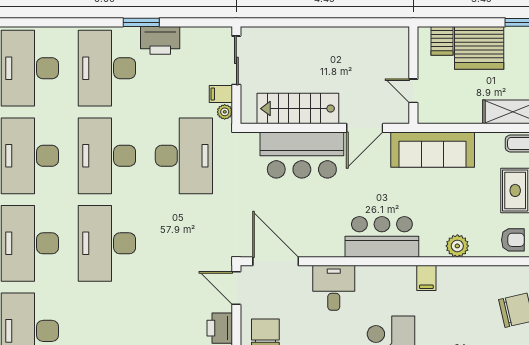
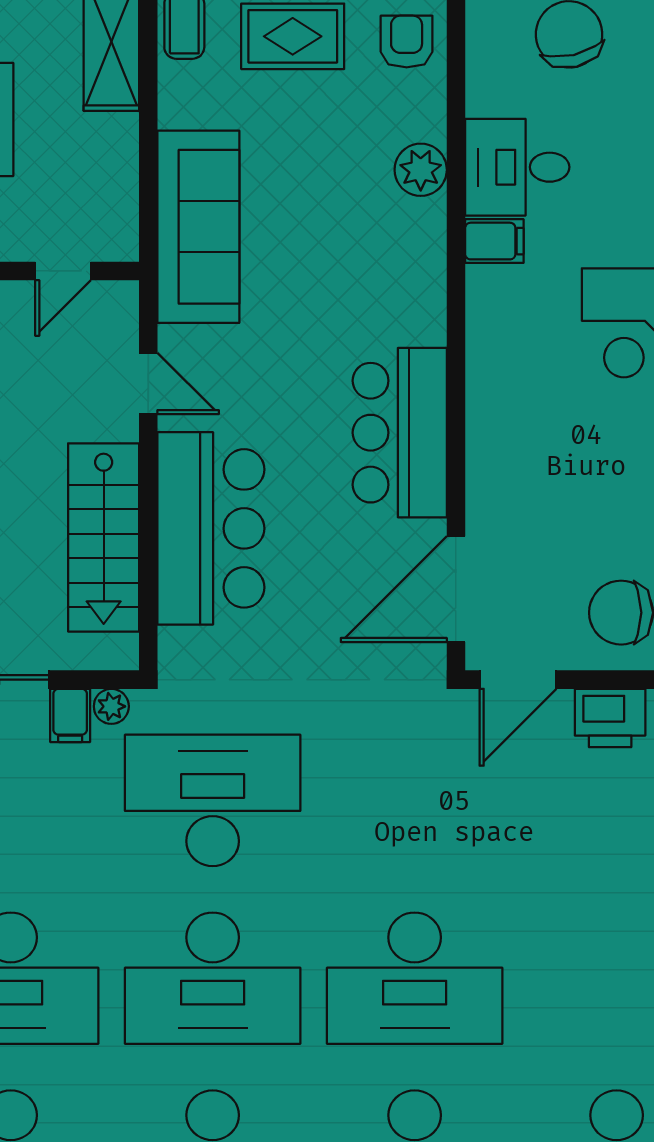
door: (365, 128) -> (148, 384), width x0.73
bar counter: (382, 237) -> (400, 433), moved
desk: (334, 288) -> (517, 167), moved

